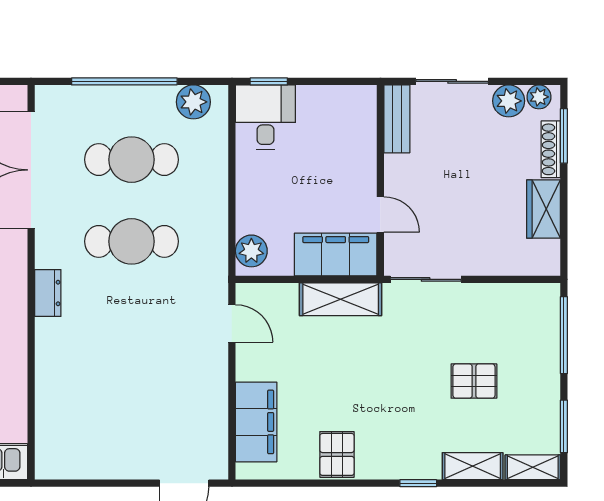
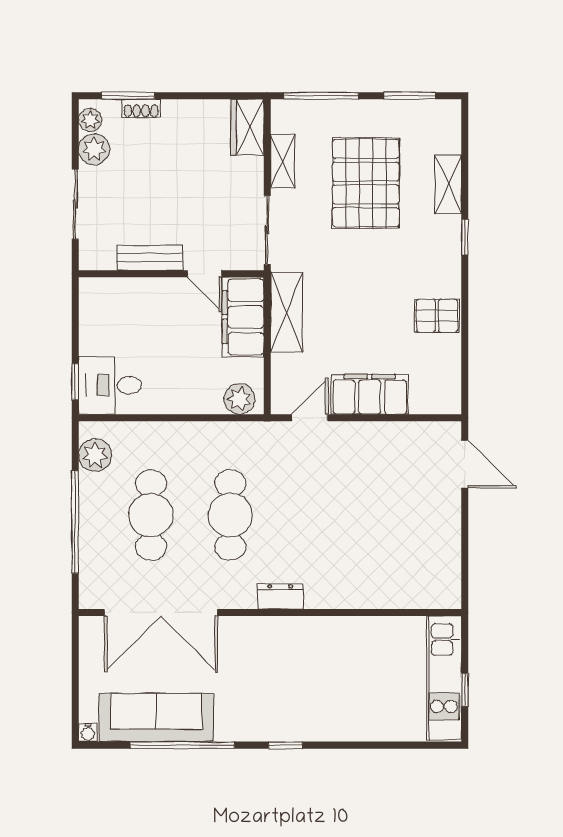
bench: (397, 119) -> (150, 258), moved
shoe rack: (551, 149) -> (141, 109), width x0.70
wardrobe: (544, 209) -> (247, 127), moved, turned 90
door: (380, 215) -> (204, 274), swing flipped
pallet: (474, 381) -> (366, 183), width x2.05, depth x2.00
filing cabinet: (256, 422) -> (370, 394), moved
shelving: (533, 467) -> (283, 161), moved

